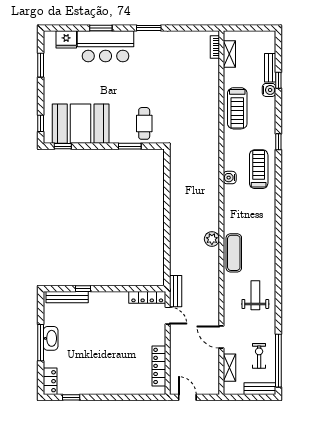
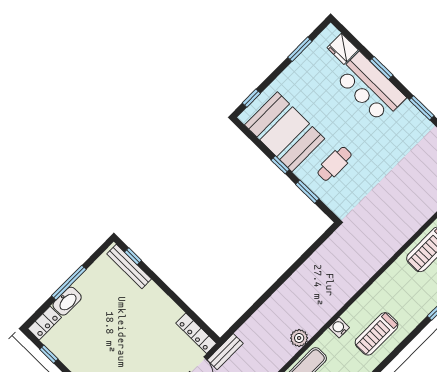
cafe table: (144, 123) -> (335, 164), moved
window: (63, 146) -> (280, 165), moved
treadmill: (259, 169) -> (377, 334), moved, turned 180
water cooler: (230, 178) -> (339, 328), moved
window: (83, 289) -> (133, 256), moved
washbasin: (51, 338) -> (67, 301), moved

